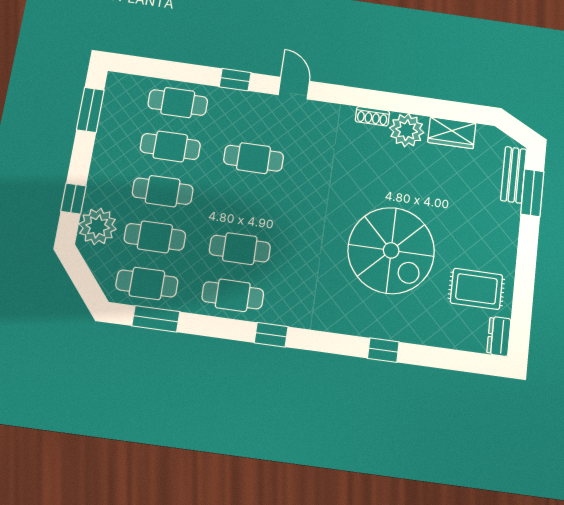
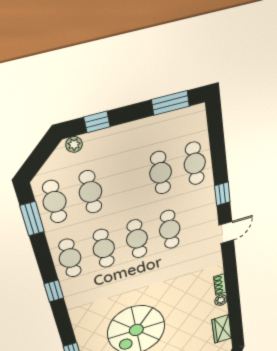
plant: (407, 130) -> (221, 300), width x0.53, depth x0.53
cafe table: (163, 191) -> (137, 239), moved
plant: (98, 226) -> (74, 144), width x0.53, depth x0.53

